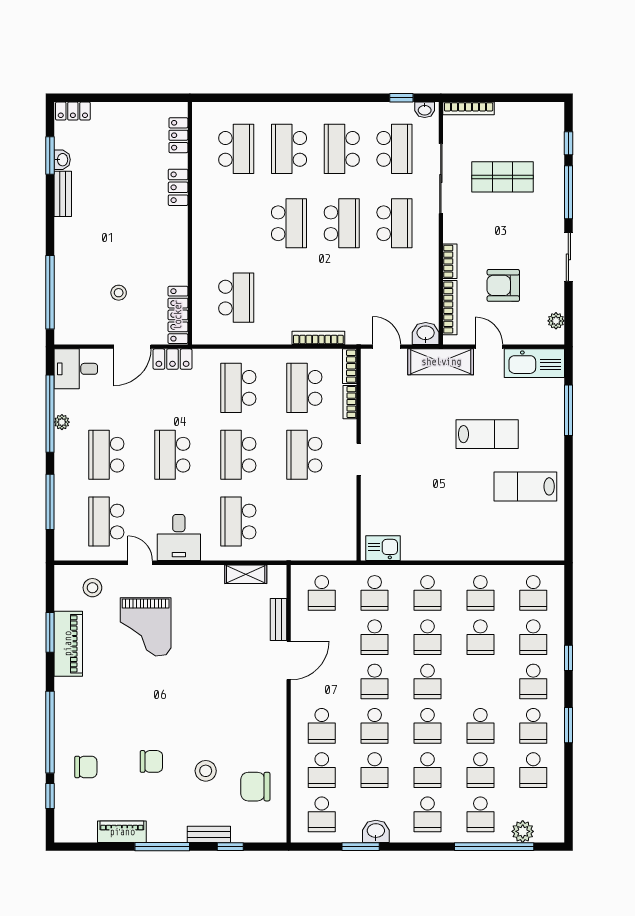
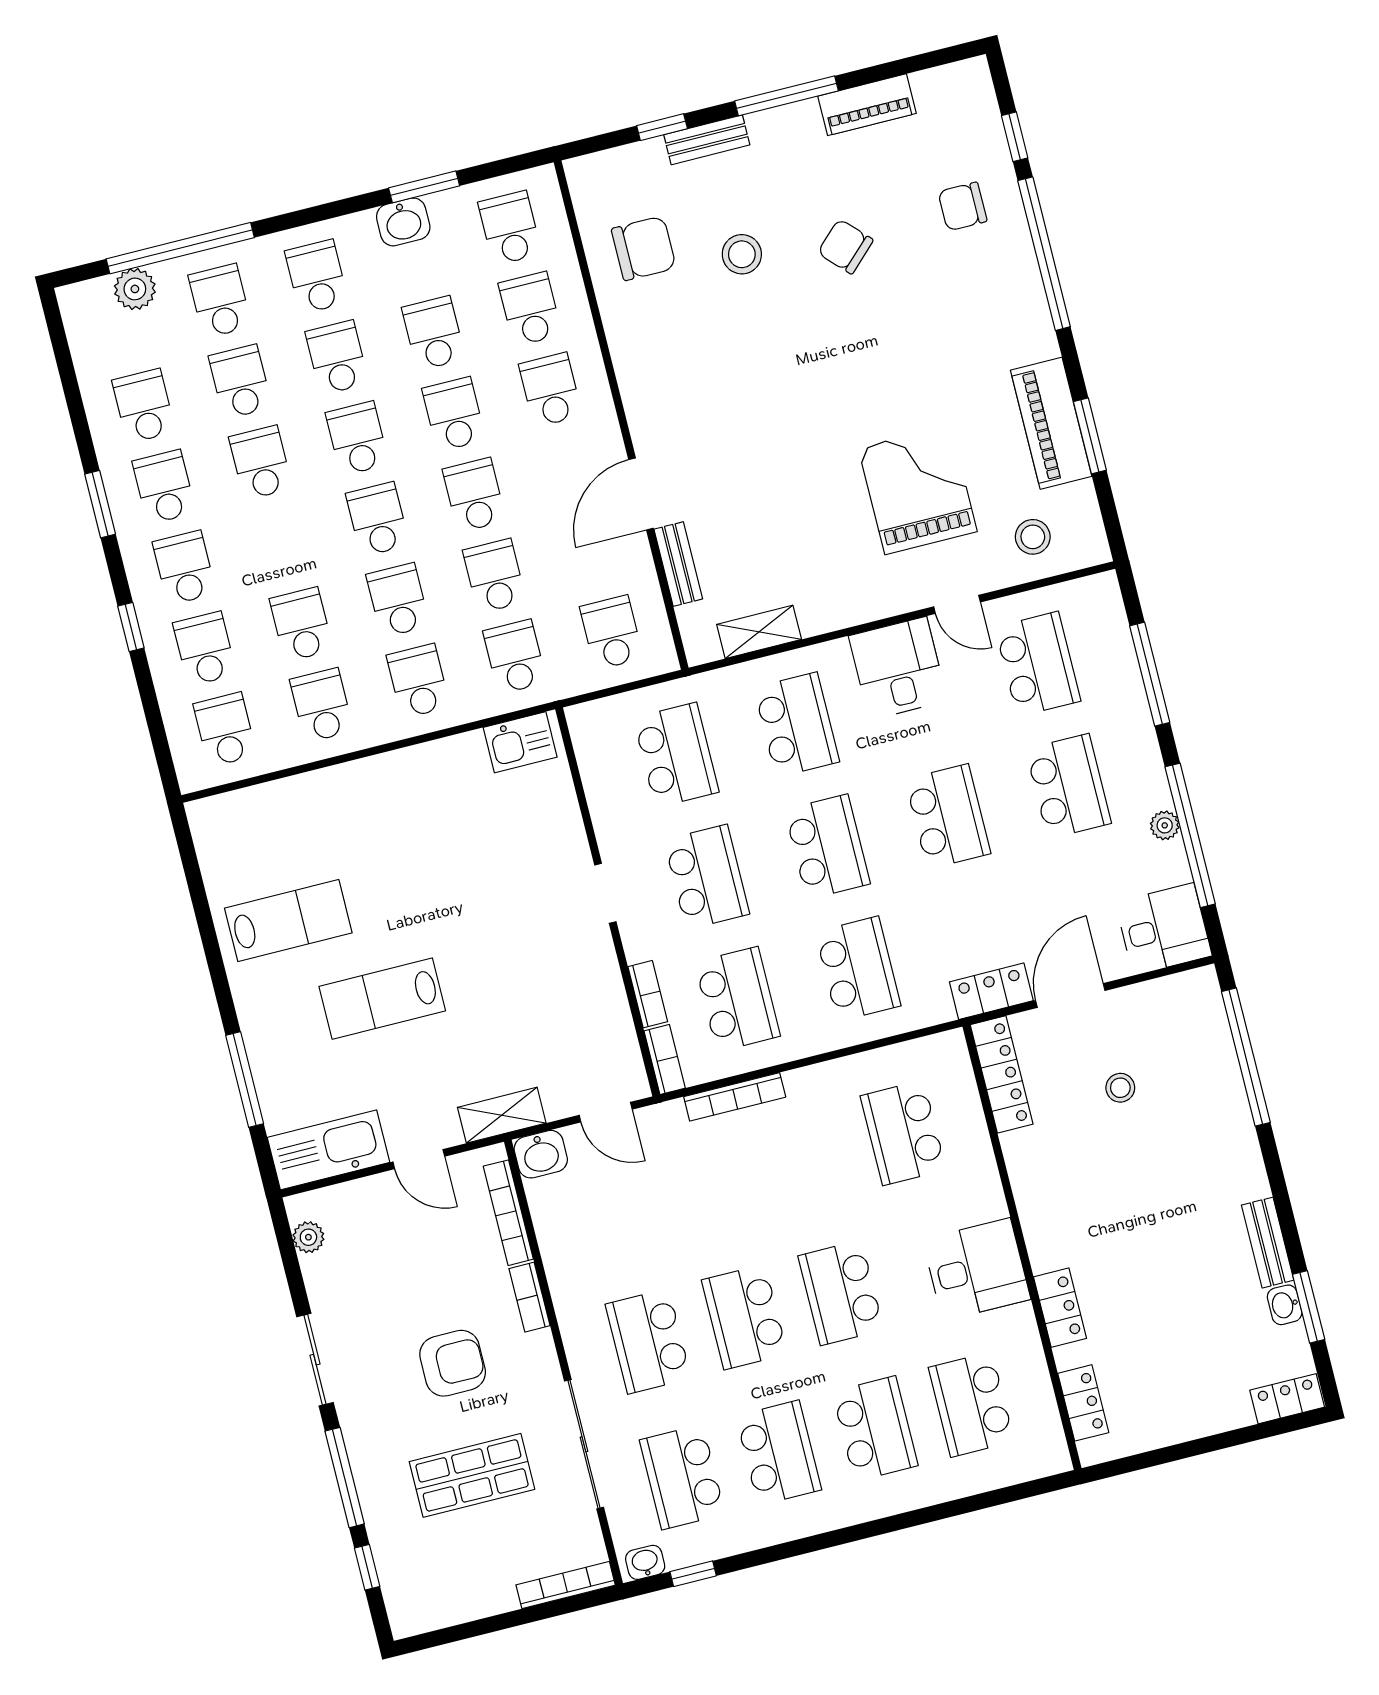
desk: (216, 218) -> (977, 1269), added
armchair: (503, 285) -> (453, 1363), moved
shelving: (441, 362) -> (502, 1115), width x0.67, depth x0.75
school desk: (304, 522) -> (676, 755), added
chair: (151, 761) -> (845, 246), turned 46

